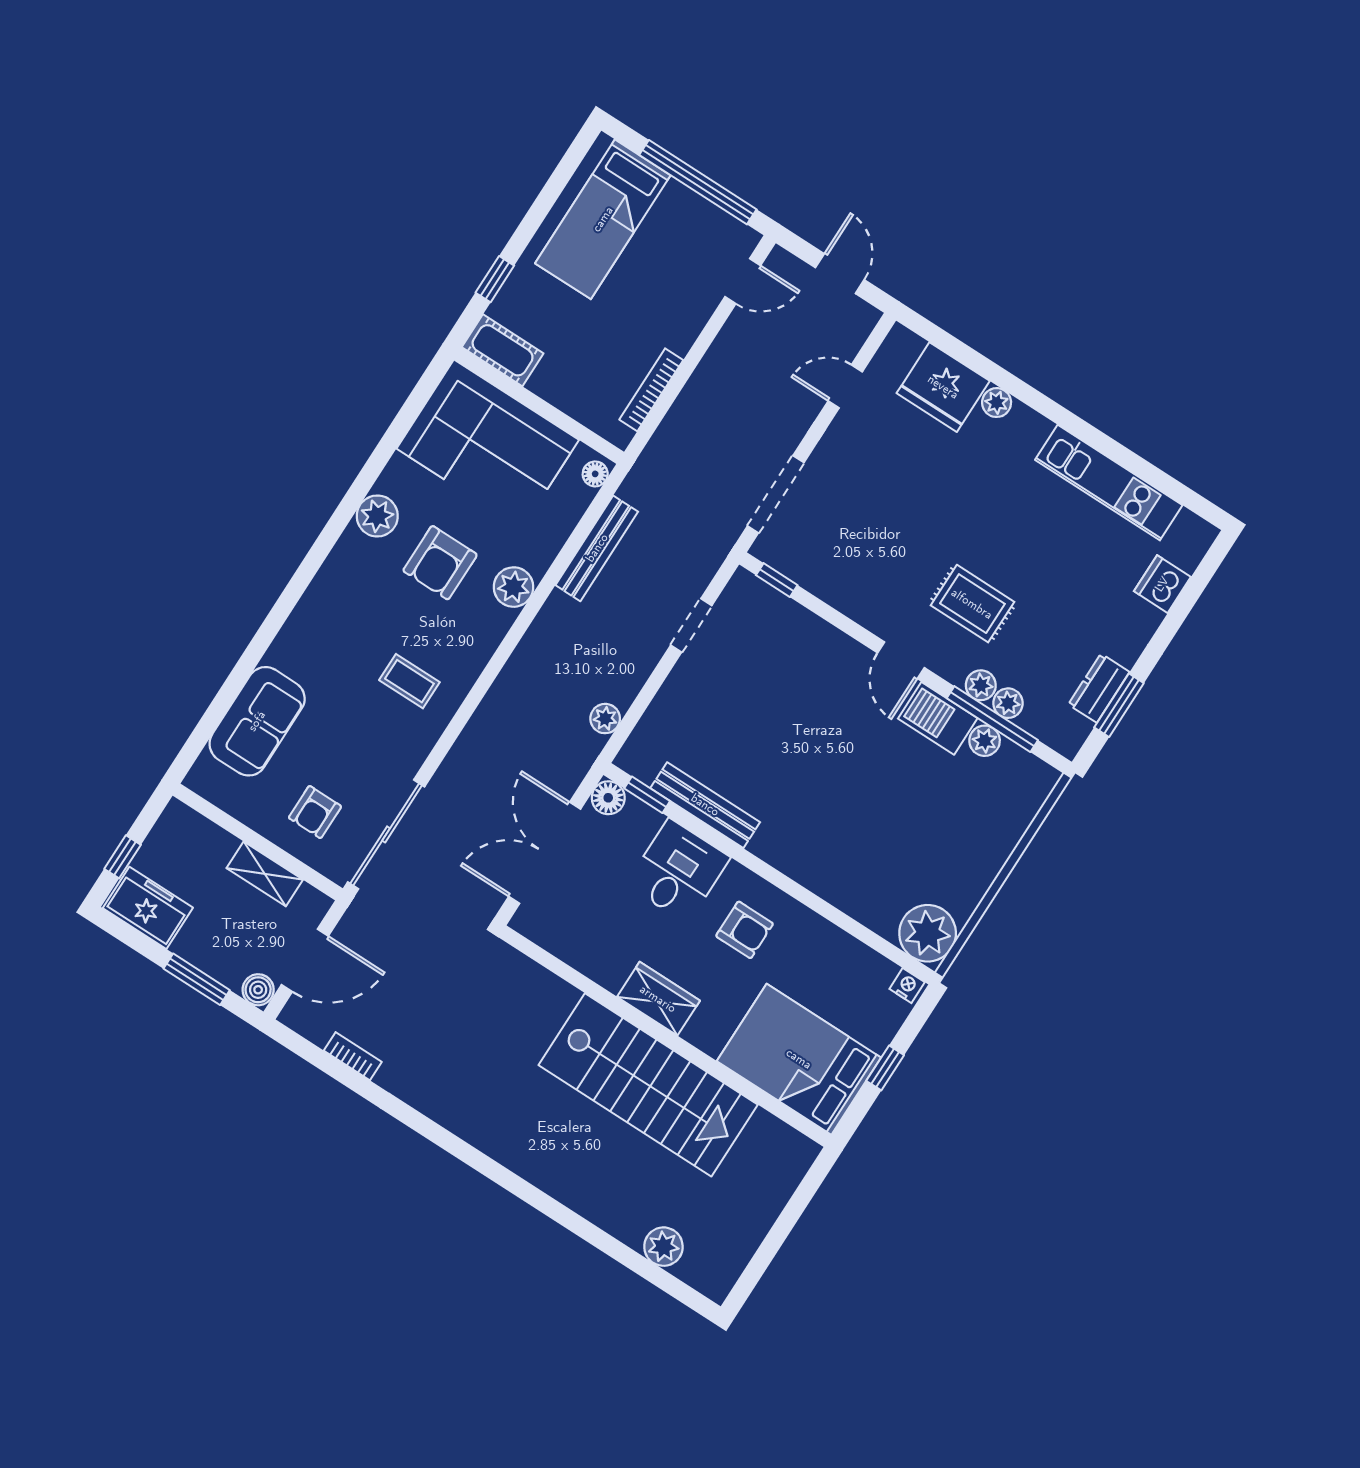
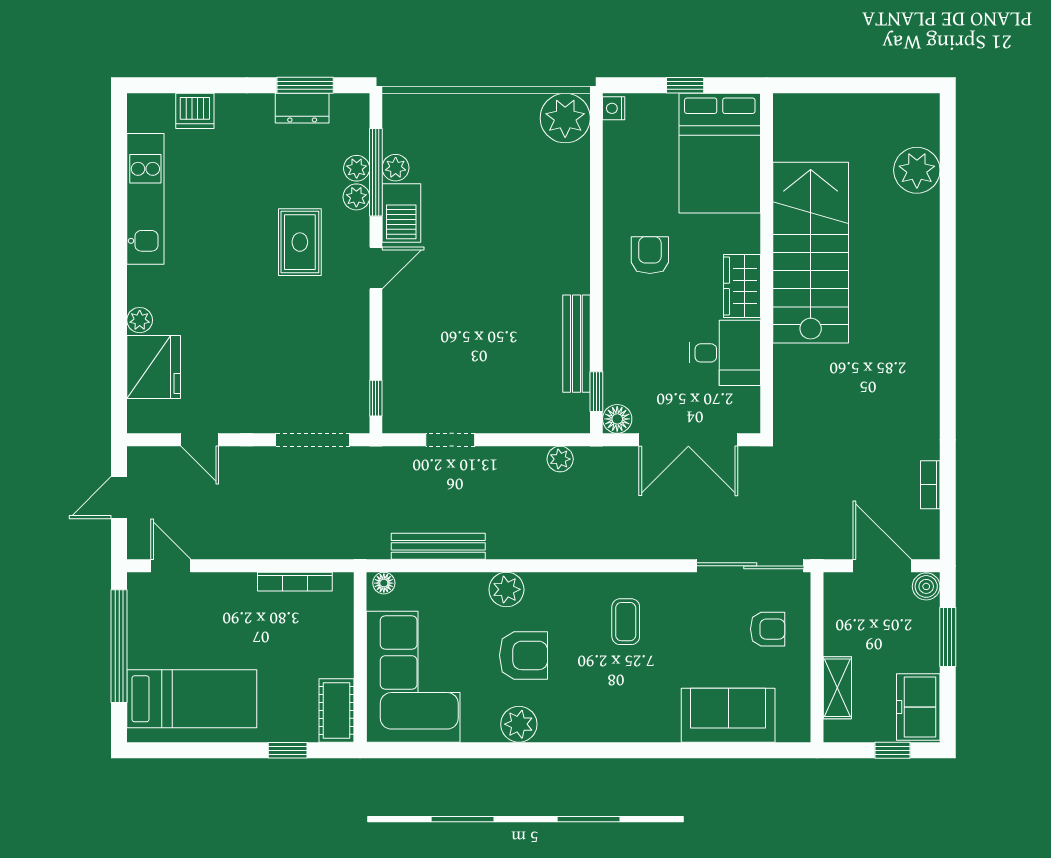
desk: (678, 871) -> (725, 353), moved, turned 180
shelving: (265, 874) -> (837, 688), moved
plant: (663, 1247) -> (917, 170), width x1.36, depth x1.36

